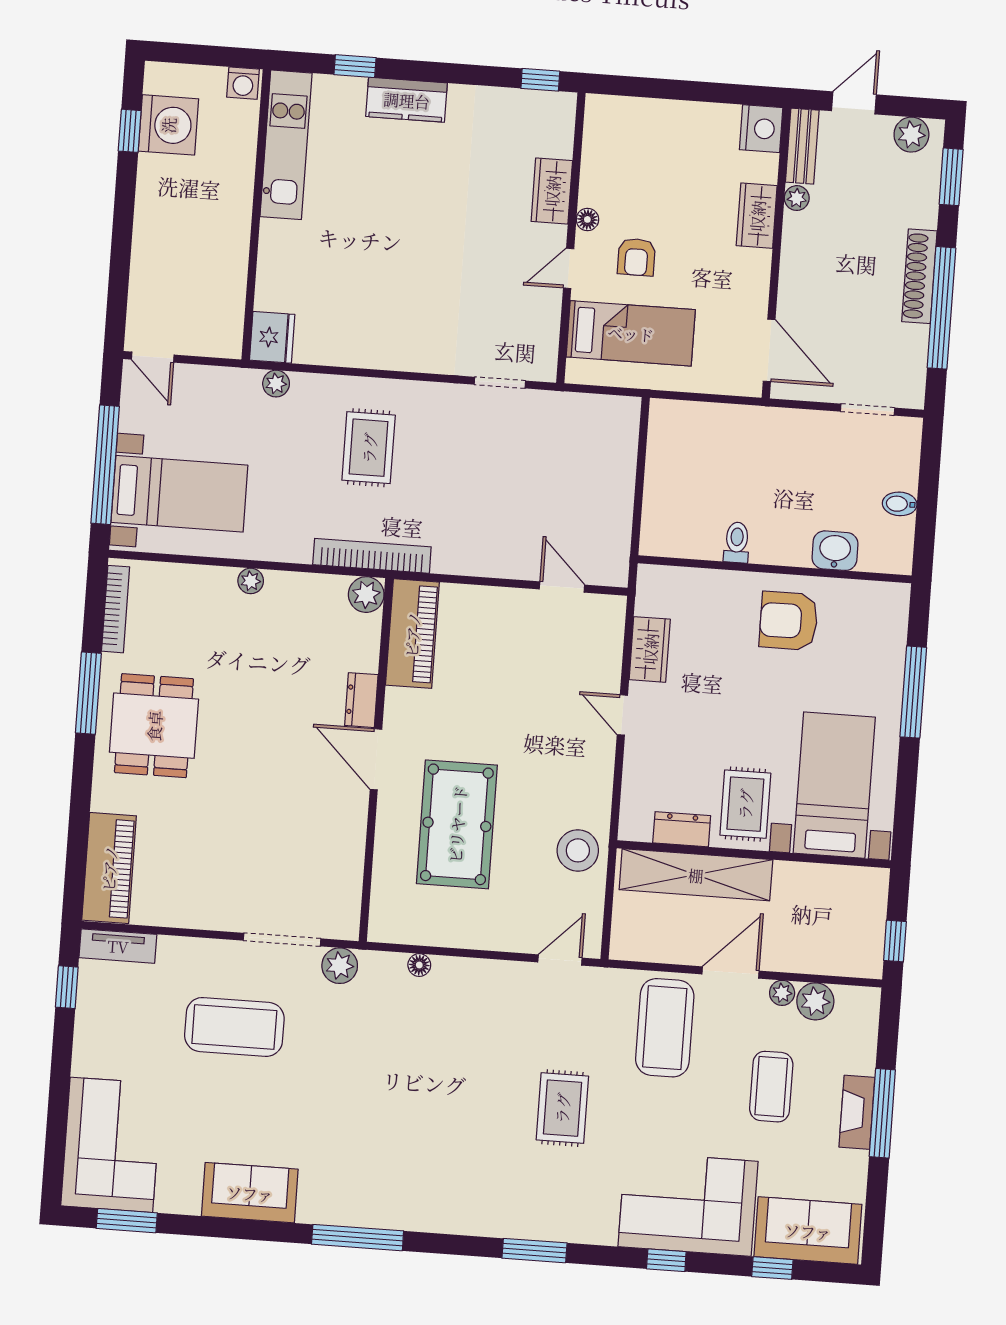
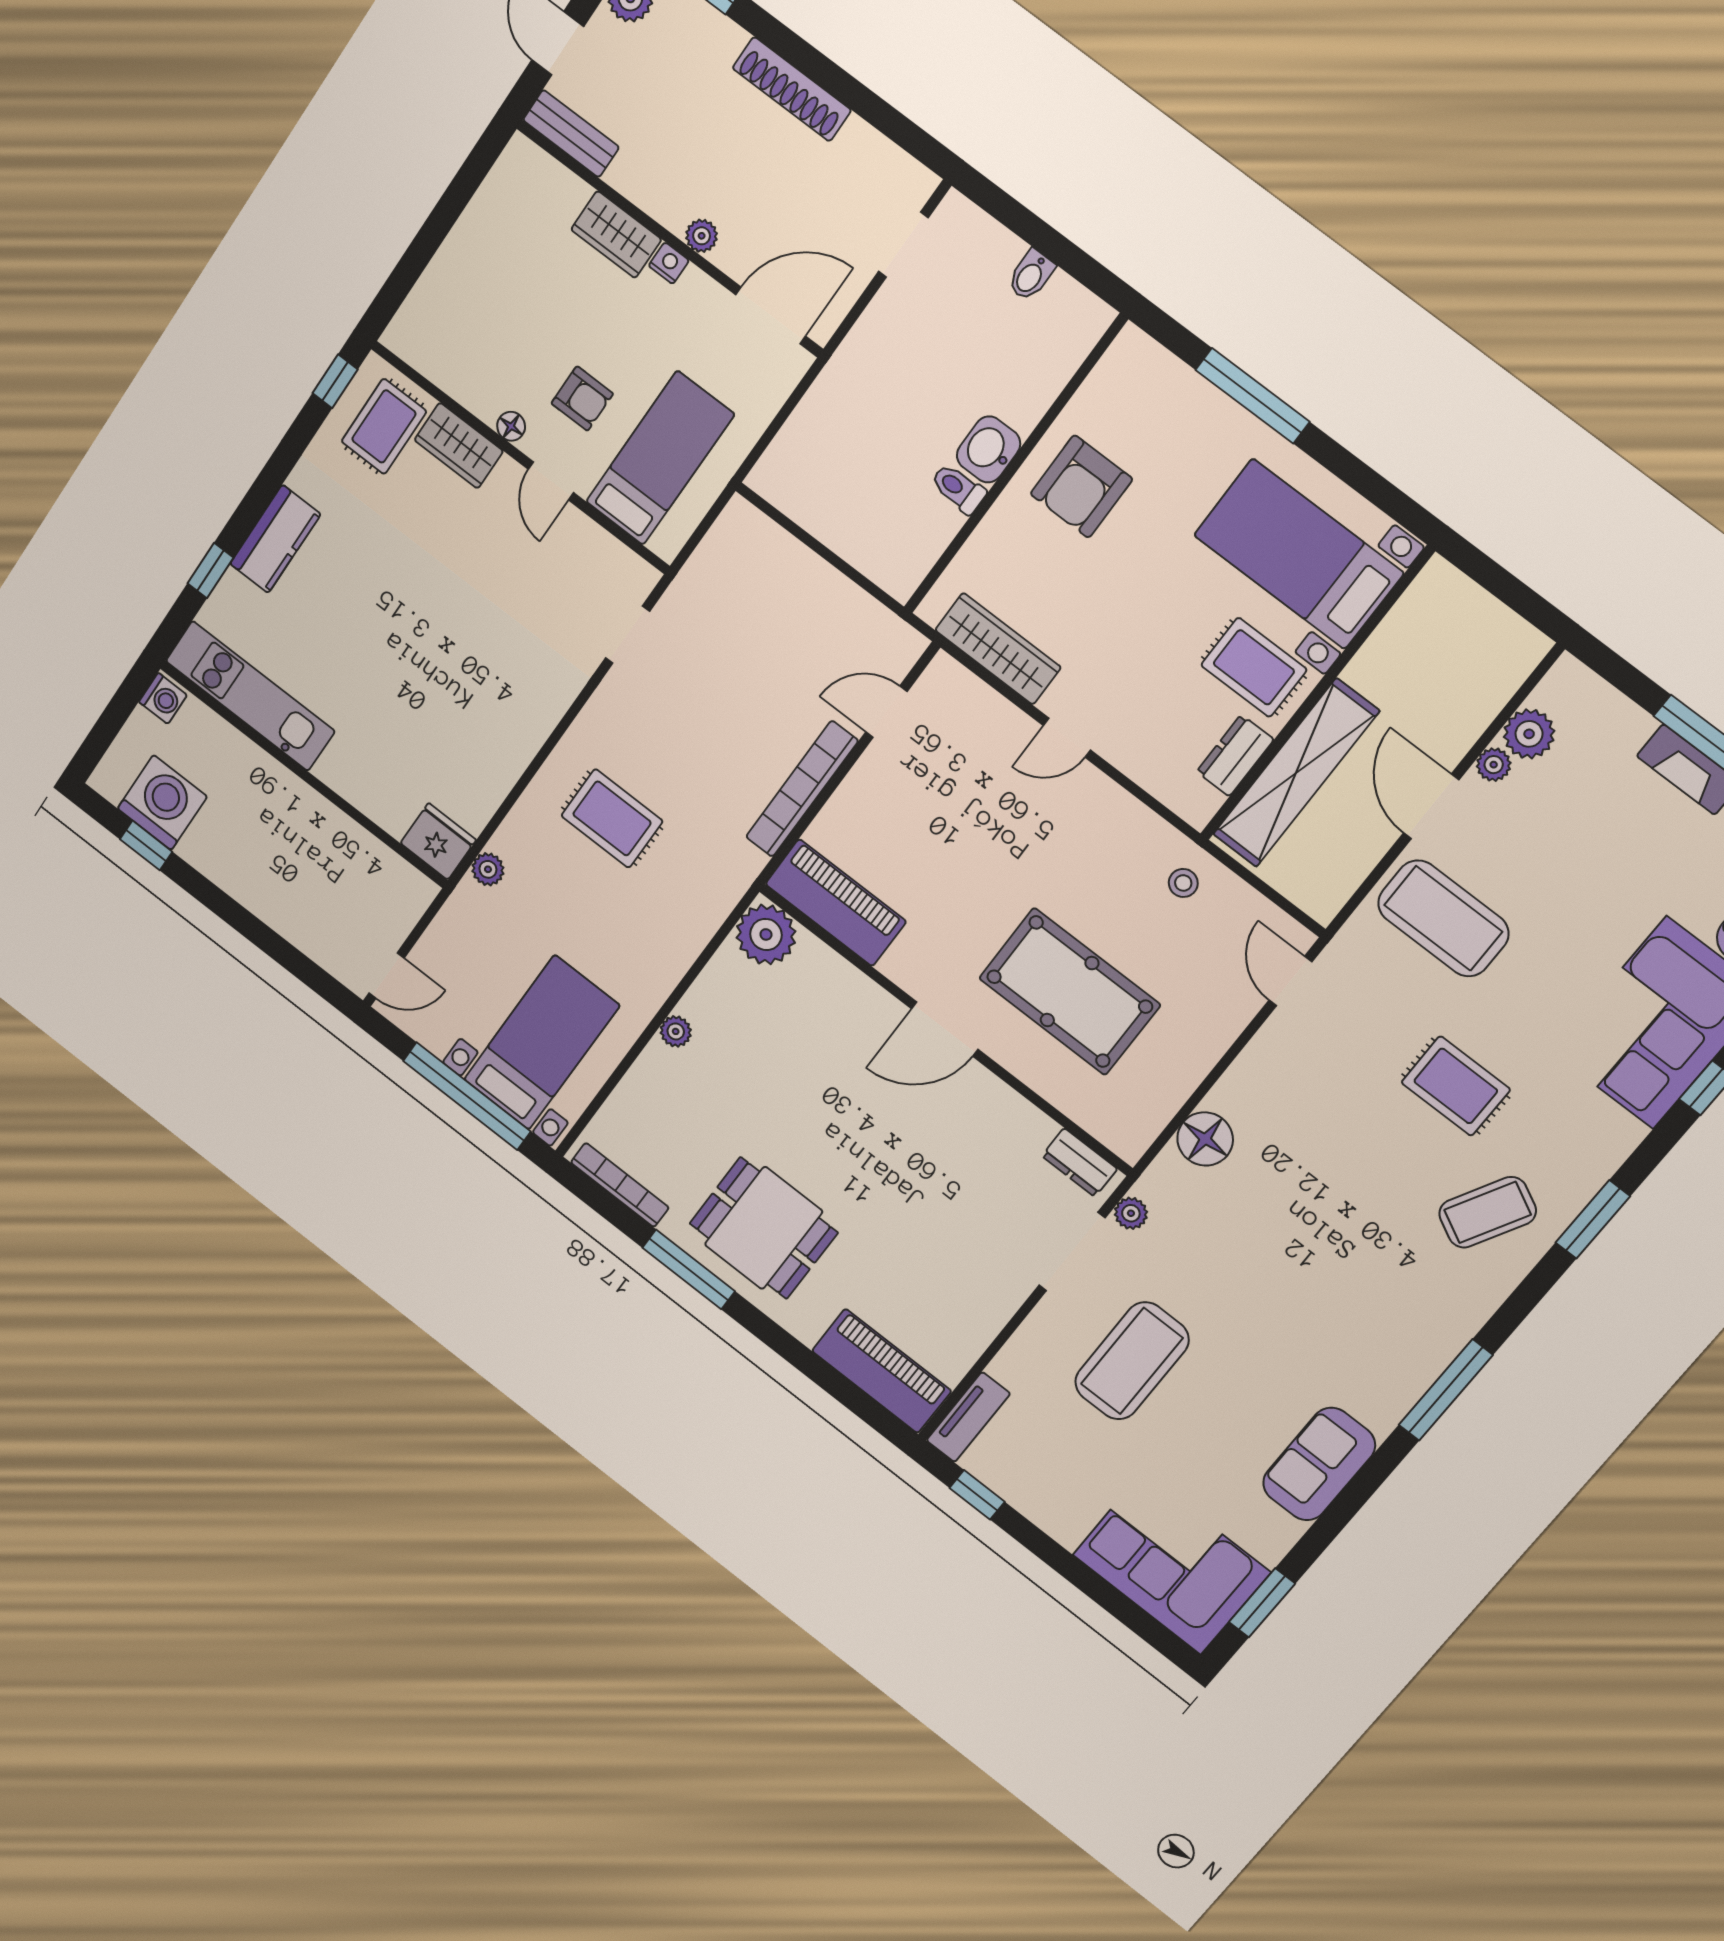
nightstand: (761, 129) -> (669, 263), moved, width x0.53, depth x0.56
rug: (532, 132) -> (384, 426), added
plant: (797, 198) -> (702, 236), moved
window: (941, 308) -> (842, 86), removed
washbasin: (835, 551) -> (989, 449), moved
bookcase: (372, 556) -> (802, 789), moved
plant: (366, 595) -> (766, 934), width x1.36, depth x1.36
wardrobe: (650, 649) -> (998, 649), width x1.50
dresser: (361, 700) -> (1080, 1163), moved
stool: (578, 850) -> (1183, 883), width x0.53, depth x0.53
window: (895, 941) -> (1522, 599), removed
floor lamp: (419, 965) -> (1205, 1139), width x1.89, depth x1.89
plant: (340, 966) -> (1131, 1213), width x0.73, depth x0.73
coffee table: (771, 1087) -> (1488, 1212), moved, turned -62

